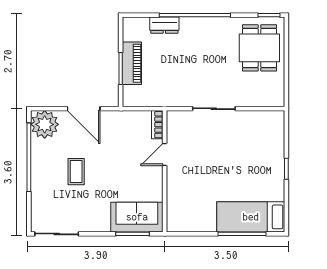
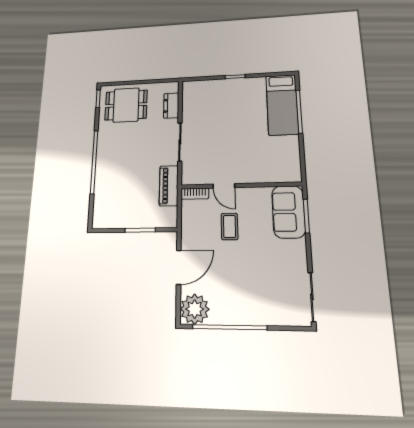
dresser: (164, 25) -> (171, 106), moved, turned 180
piano: (132, 63) -> (169, 186), moved, turned -90
coffee table: (76, 172) -> (229, 226), moved, turned 90

